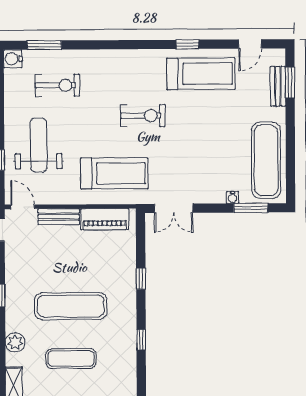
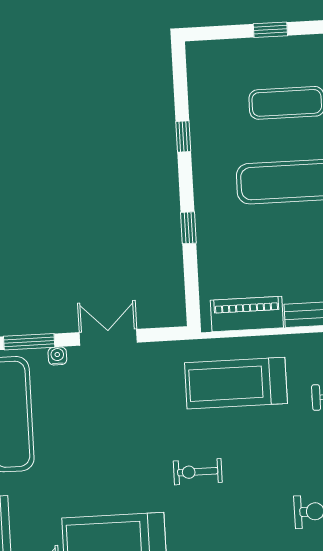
exercise bike: (143, 116) -> (198, 472), width x0.73, depth x0.72
double door: (174, 208) -> (108, 337), moved

